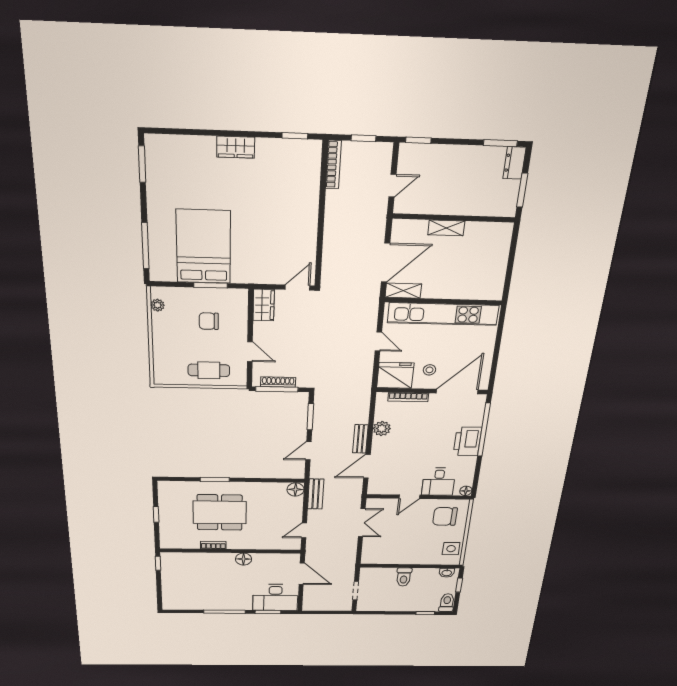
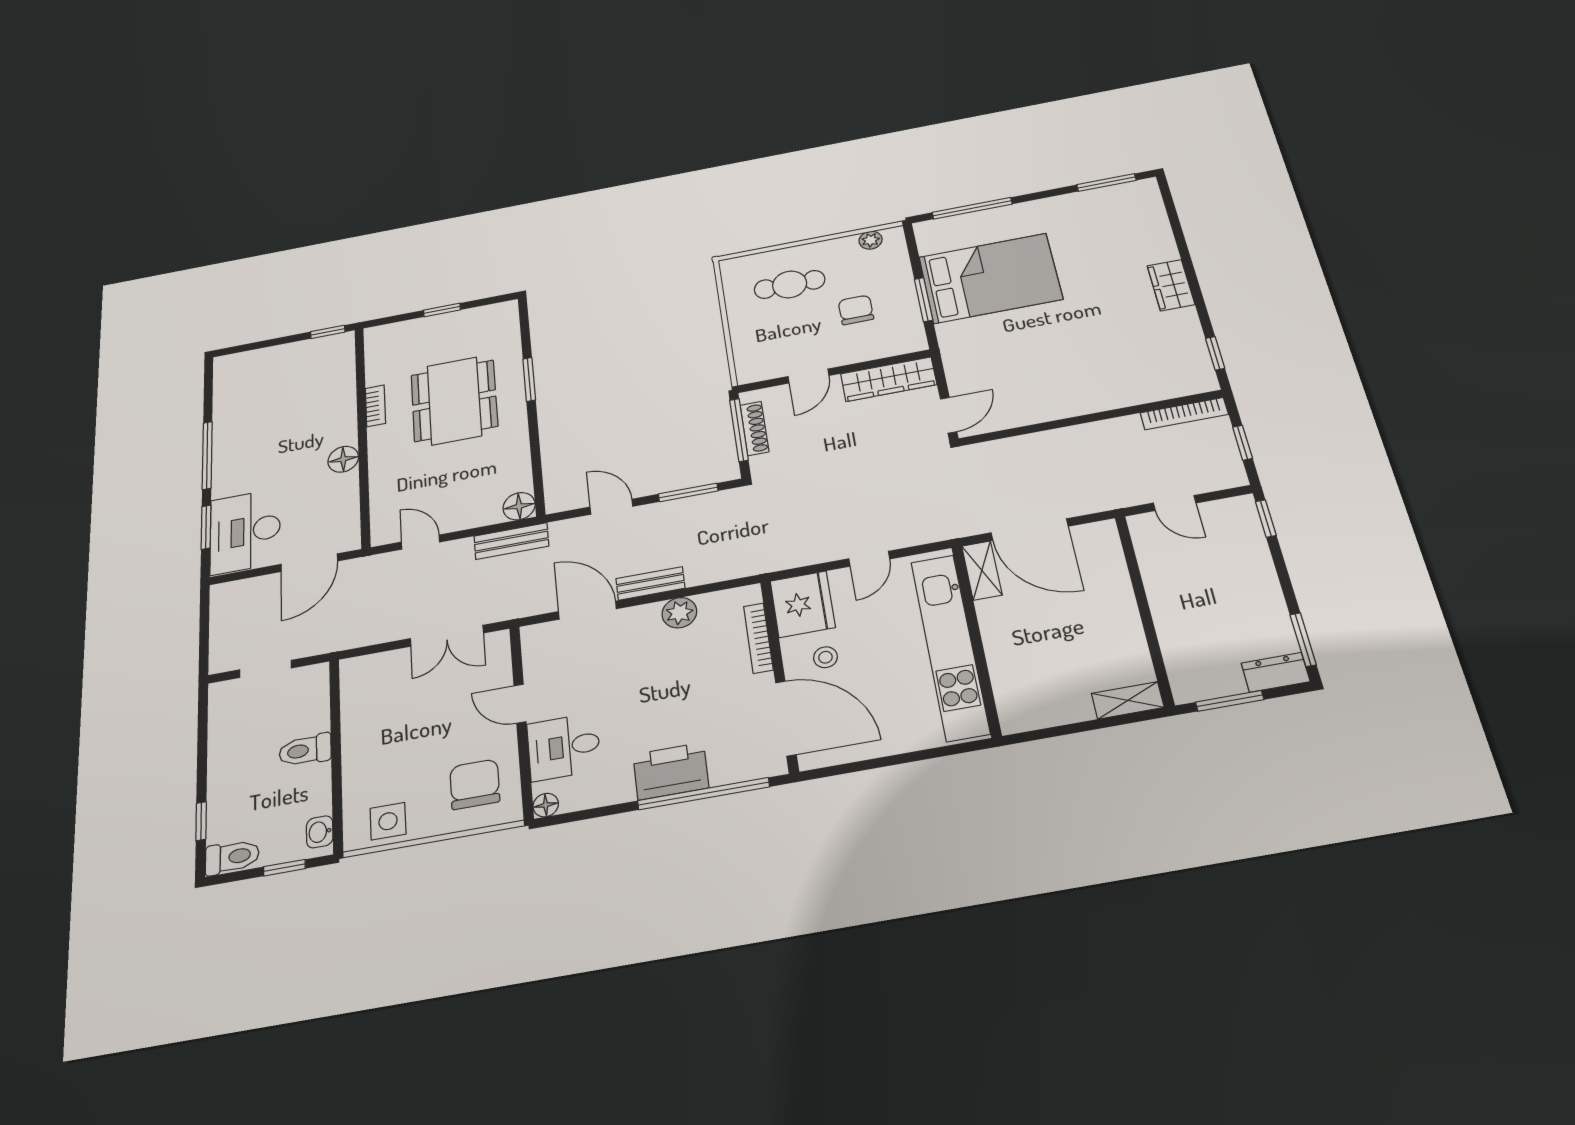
shelving: (446, 228) -> (1128, 700), moved, turned 90
door: (297, 288) -> (949, 415), hinge flipped
wardrobe: (264, 305) -> (889, 379), width x1.50
cafe table: (209, 370) -> (790, 284), moved, turned 90

